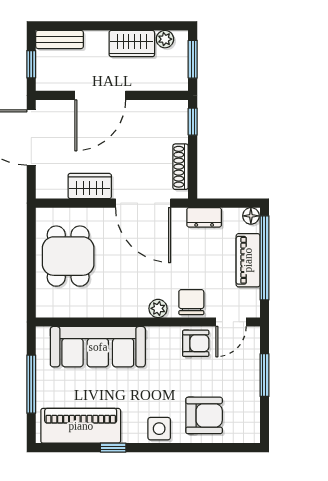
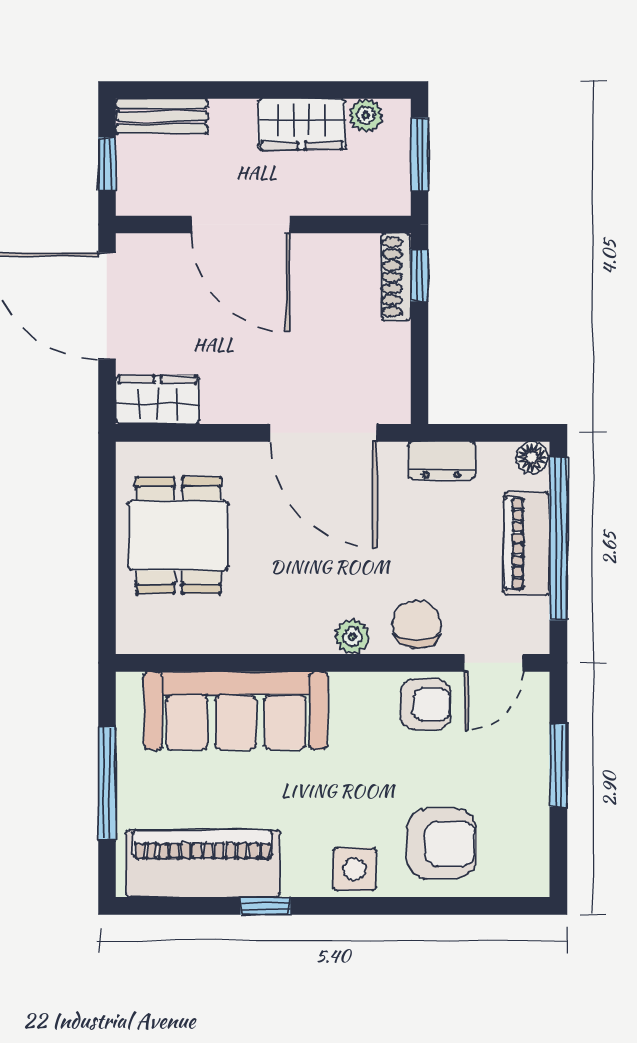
door: (100, 95) -> (241, 224), hinge flipped
shoe rack: (181, 167) -> (396, 277), moved
wardrobe: (90, 186) -> (158, 400), moved

